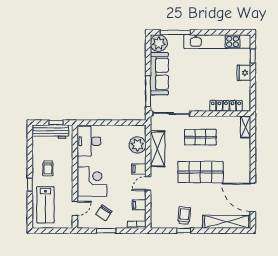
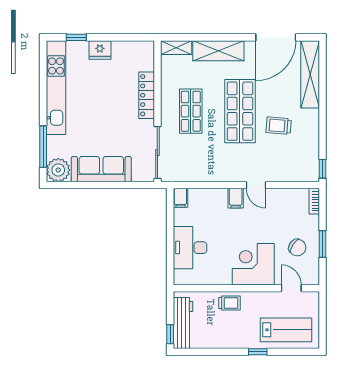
window: (148, 91) -> (126, 185), removed
locker: (226, 106) -> (147, 95), moved
window: (56, 123) -> (170, 334), moved
desk: (89, 141) -> (190, 248), moved, turned 90
plant: (137, 145) -> (202, 200), removed
shelving: (158, 149) -> (218, 51), moved
trolley: (48, 168) -> (230, 303), moved
filing cabinet: (139, 205) -> (180, 198), moved
trolley: (184, 215) -> (279, 126), moved
window: (184, 231) -> (323, 169), moved

